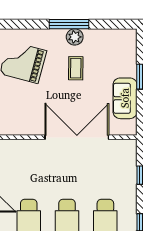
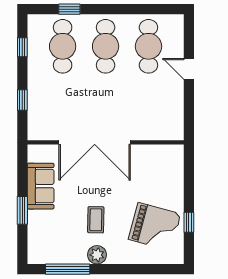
window: (69, 24) -> (68, 269), moved

